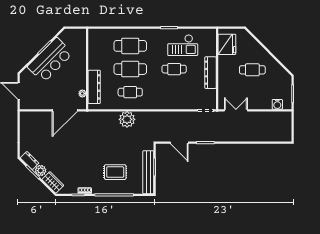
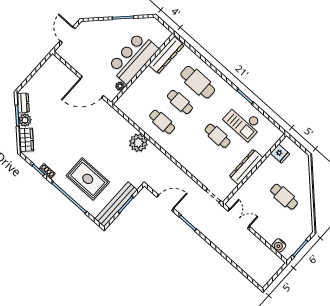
fridge: (227, 44) -> (280, 154), width x0.53, depth x0.75
bar counter: (50, 60) -> (133, 58), moved, turned 135
cafe table: (130, 69) -> (180, 102), width x0.73, depth x0.74
dresser: (94, 87) -> (166, 55), moved
door: (179, 143) -> (165, 203), swing flipped
rug: (115, 172) -> (88, 179), width x1.36, depth x1.43

